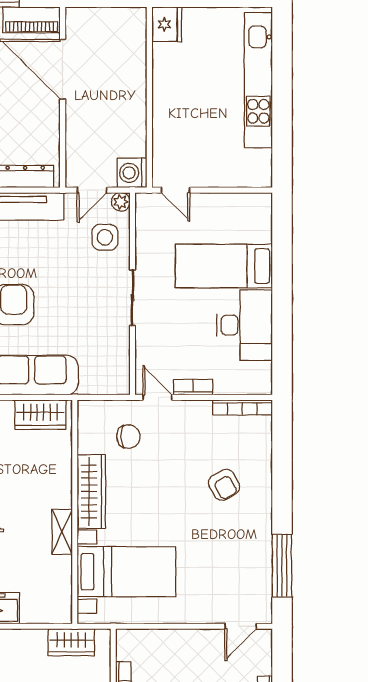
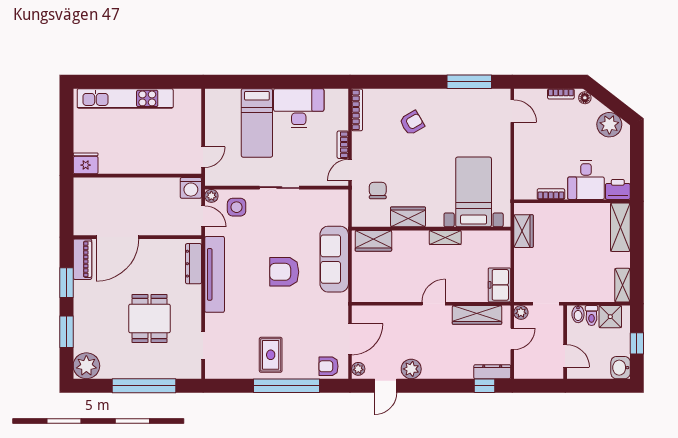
wardrobe: (40, 415) -> (373, 241), moved, turned 90
wardrobe: (91, 491) -> (408, 217), width x0.67

